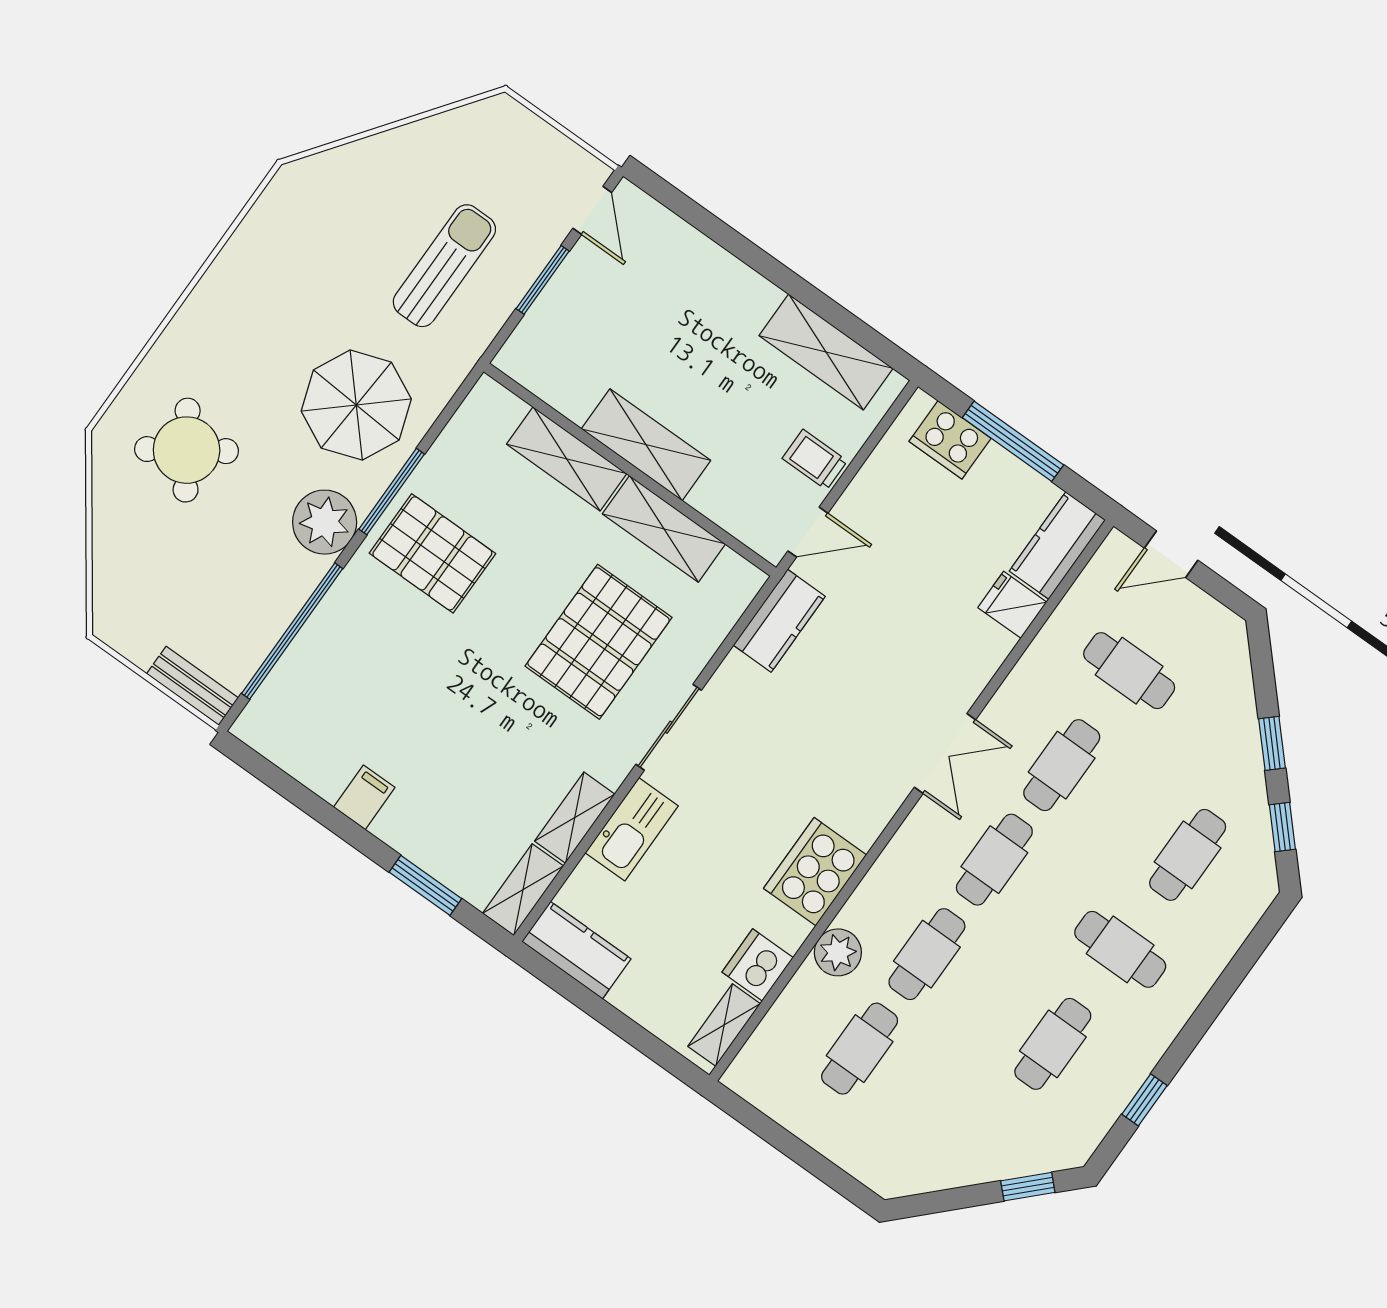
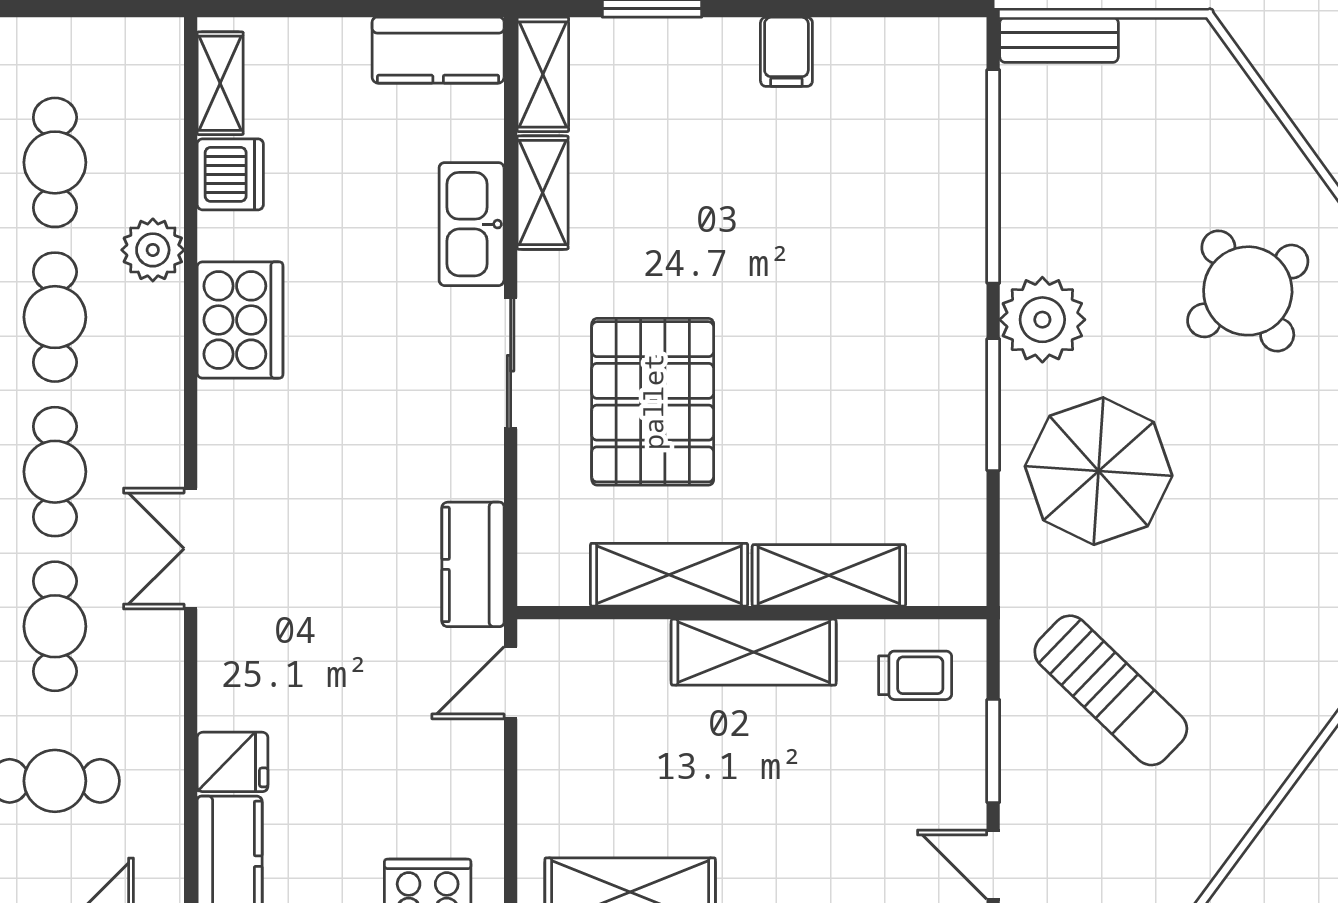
sun lounger: (444, 266) -> (1111, 690), turned -46
trolley: (815, 460) -> (915, 675), moved
pallet: (432, 553) -> (901, 369), removed

